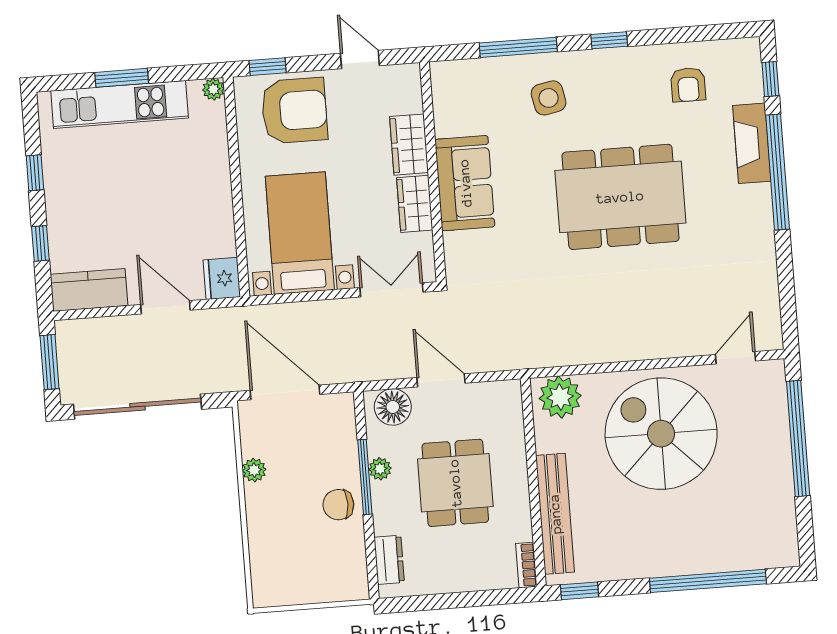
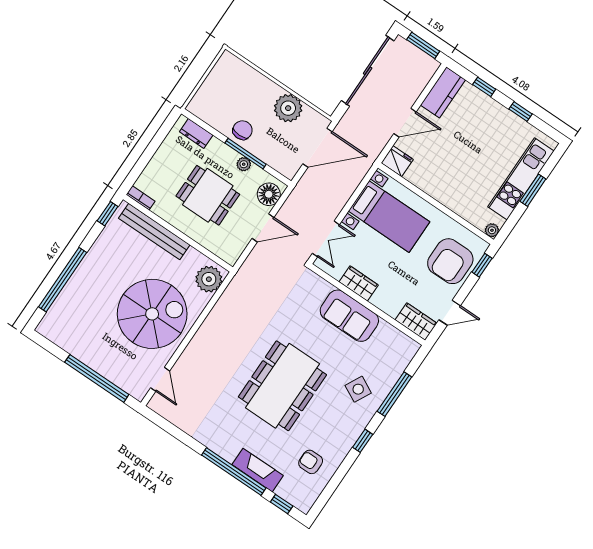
side table: (549, 98) -> (358, 389), turned 38
wardrobe: (409, 145) -> (416, 322), moved
plant: (254, 470) -> (288, 108), width x1.88, depth x1.88

